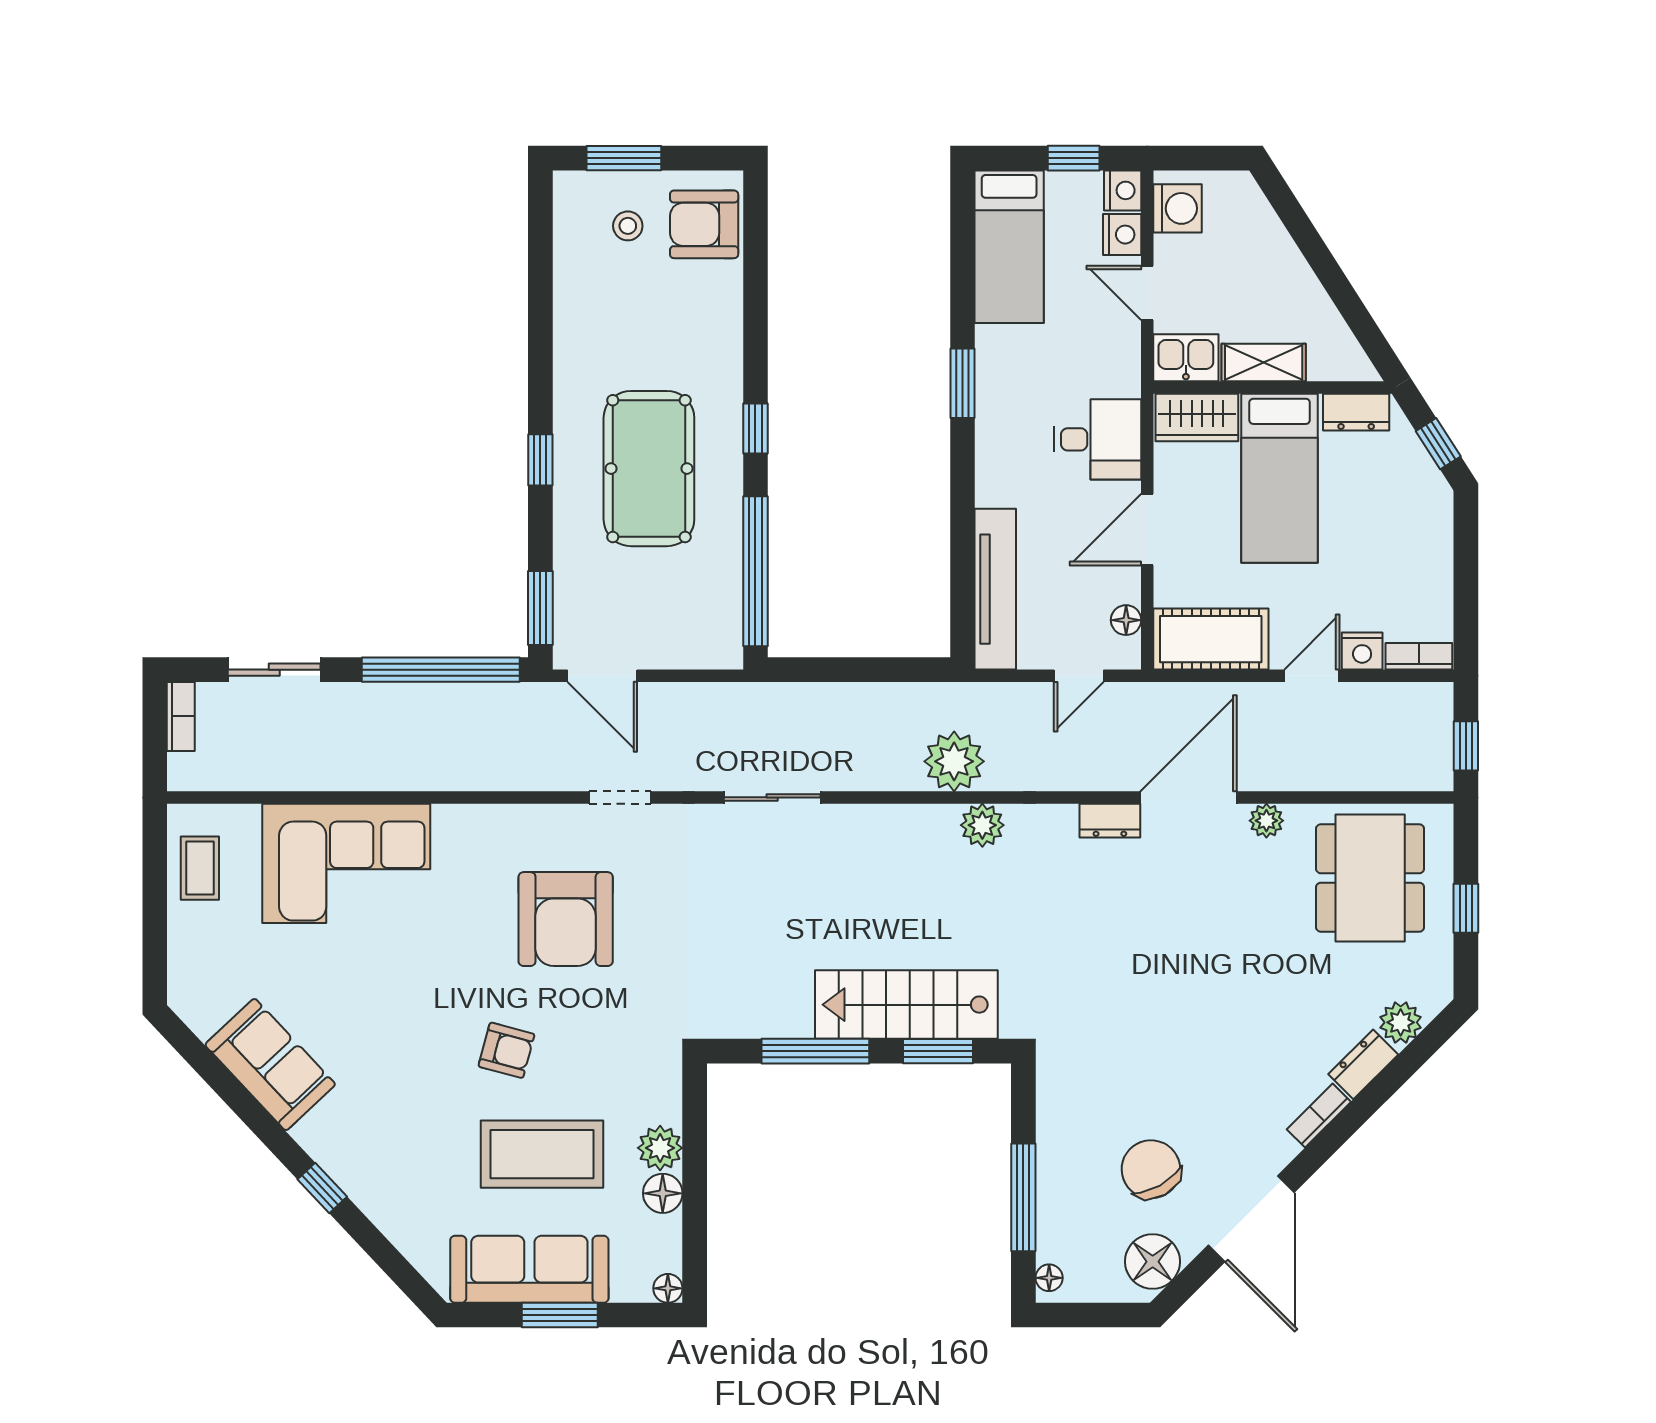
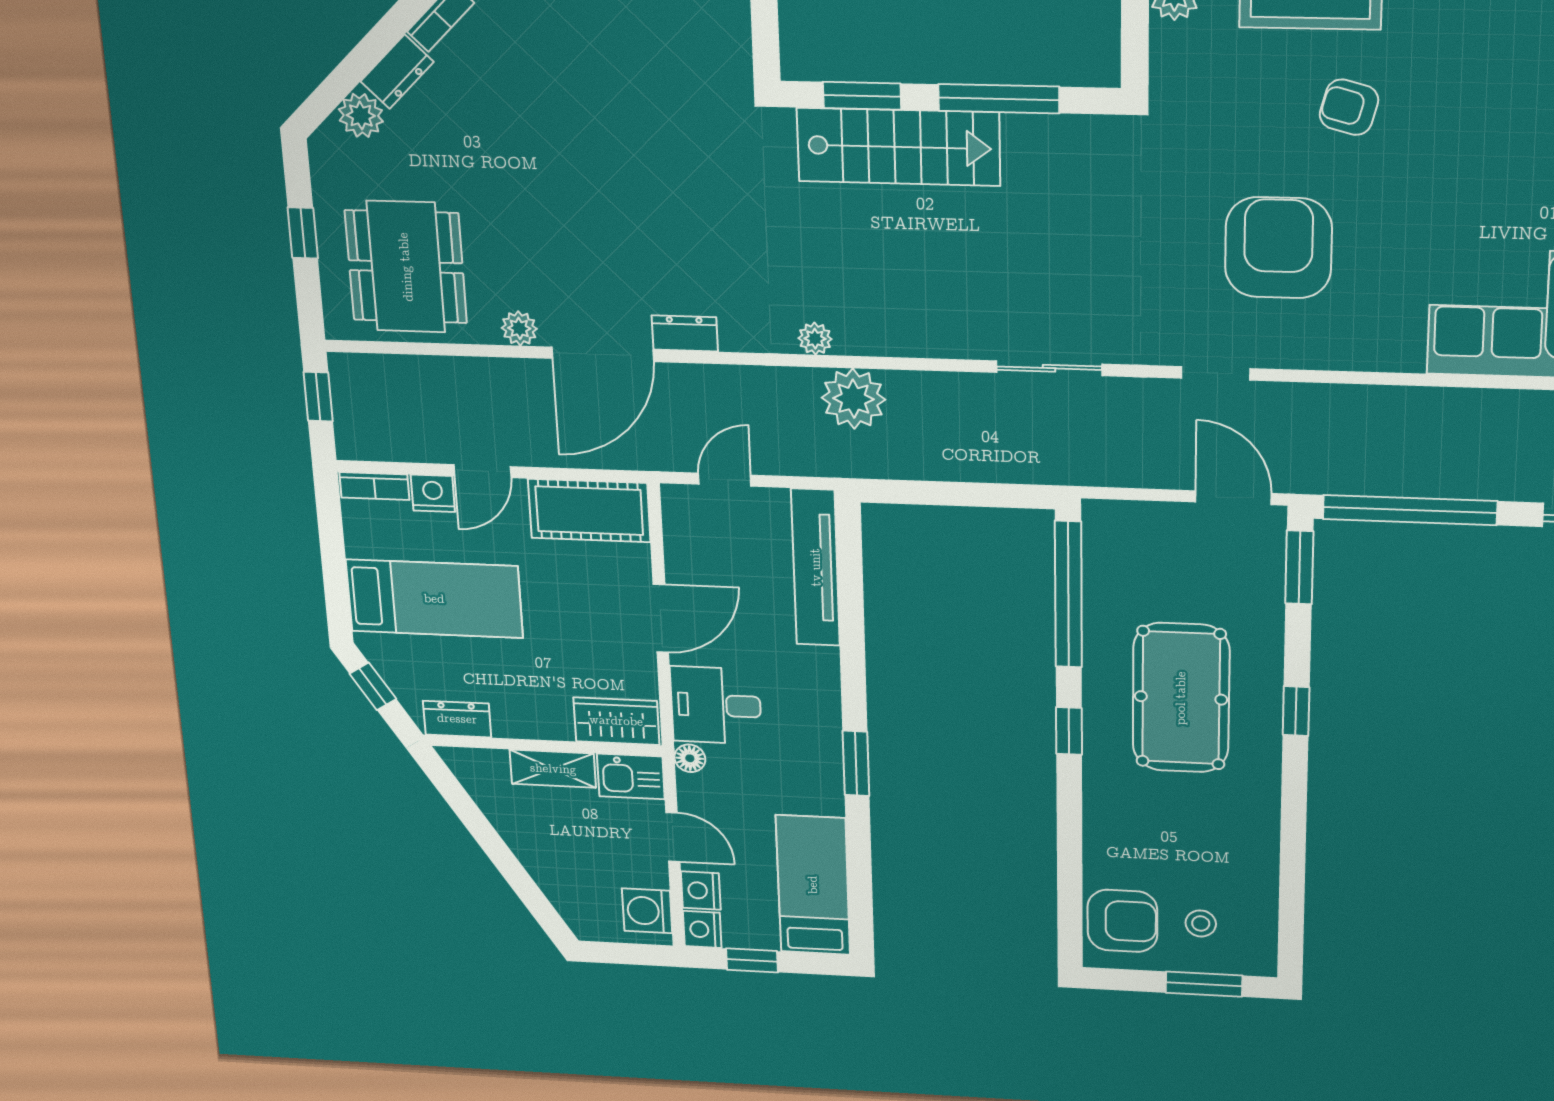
bed: (1280, 478) -> (434, 599), moved, turned 90
floor lamp: (1126, 620) -> (690, 758), moved
plant: (982, 825) -> (815, 339), width x0.73, depth x0.73

